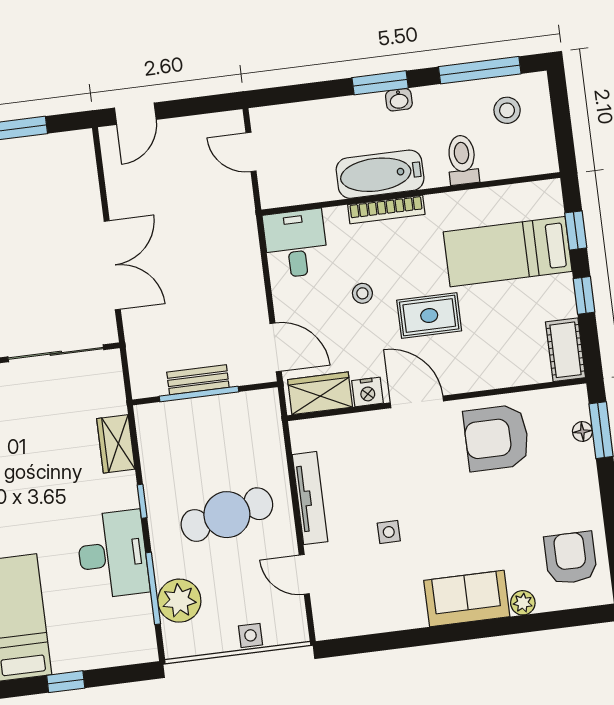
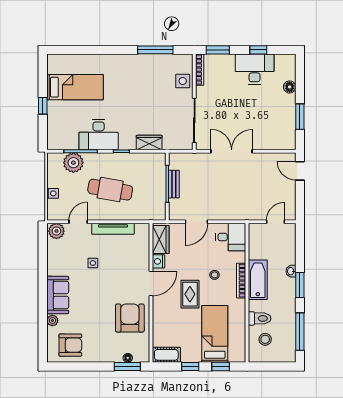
washbasin: (399, 100) -> (291, 271), moved
stool: (507, 110) -> (265, 339), moved
double door: (112, 265) -> (232, 151), swing flipped
stool: (362, 293) -> (215, 275), moved
door: (276, 347) -> (196, 222), moved
cafe table: (227, 515) -> (110, 190), turned -68
plant: (330, 619) -> (56, 231), added

